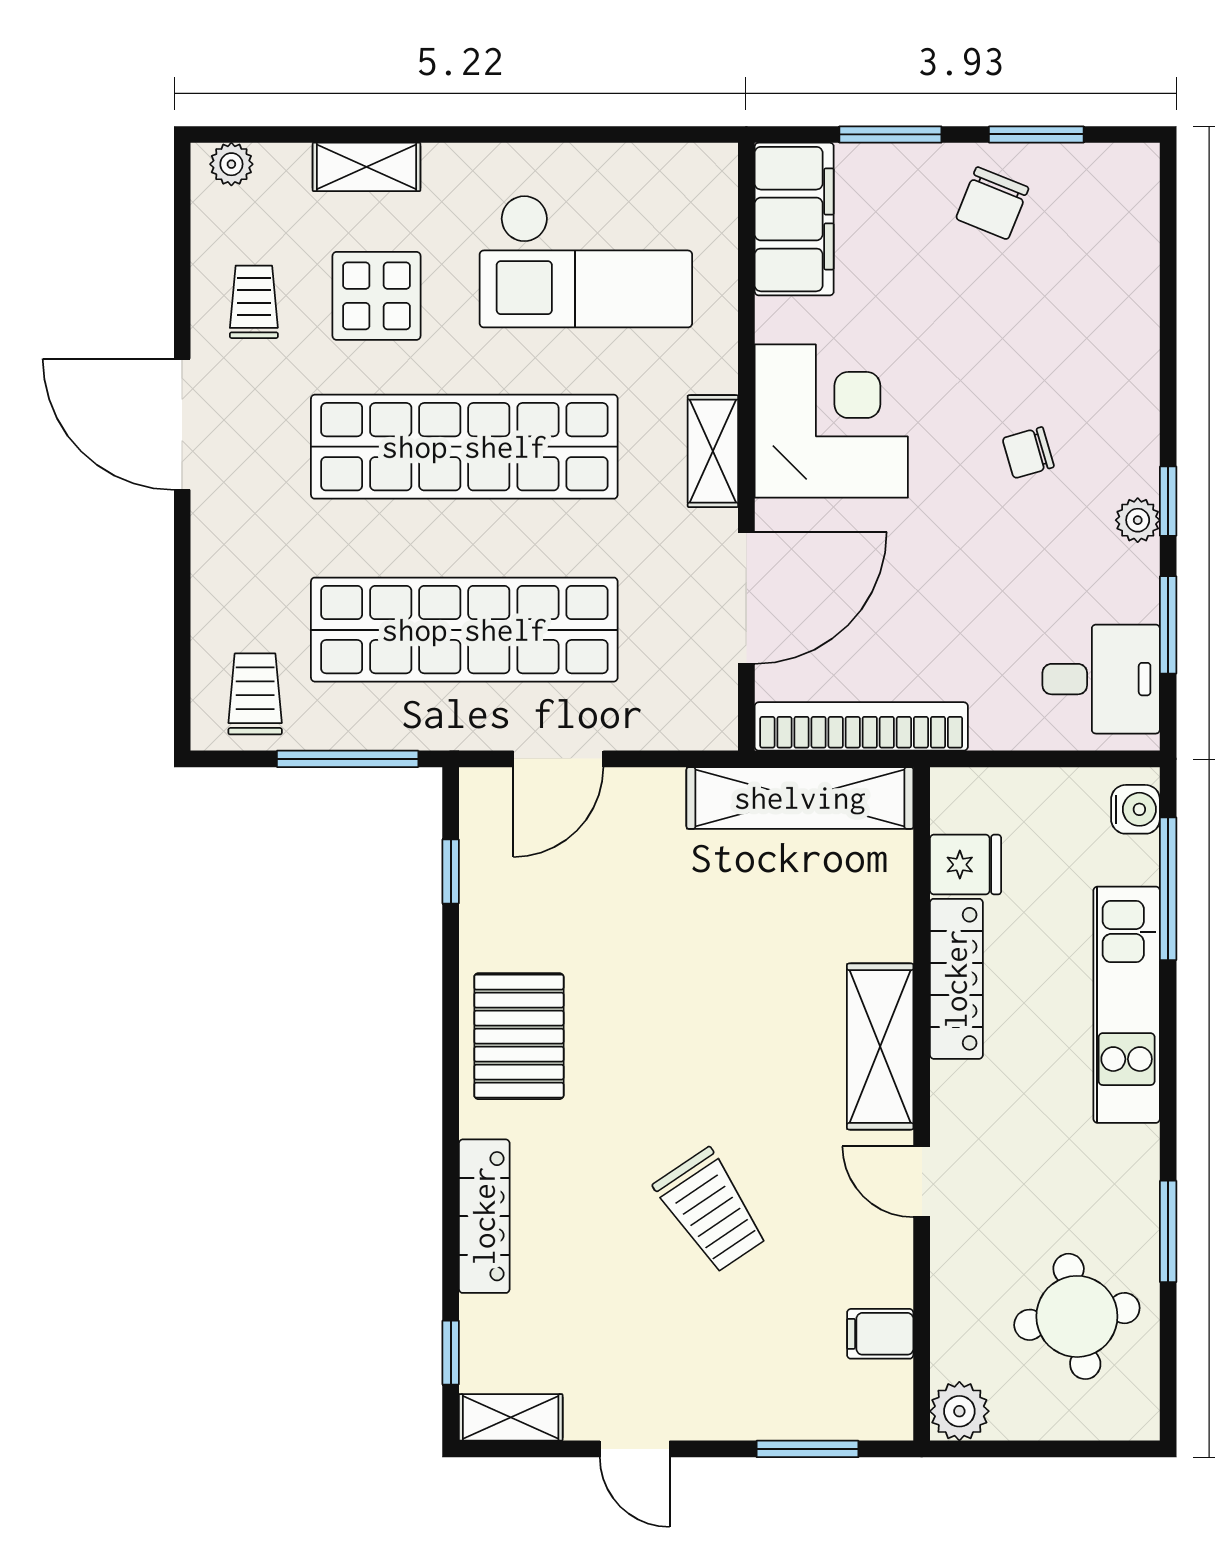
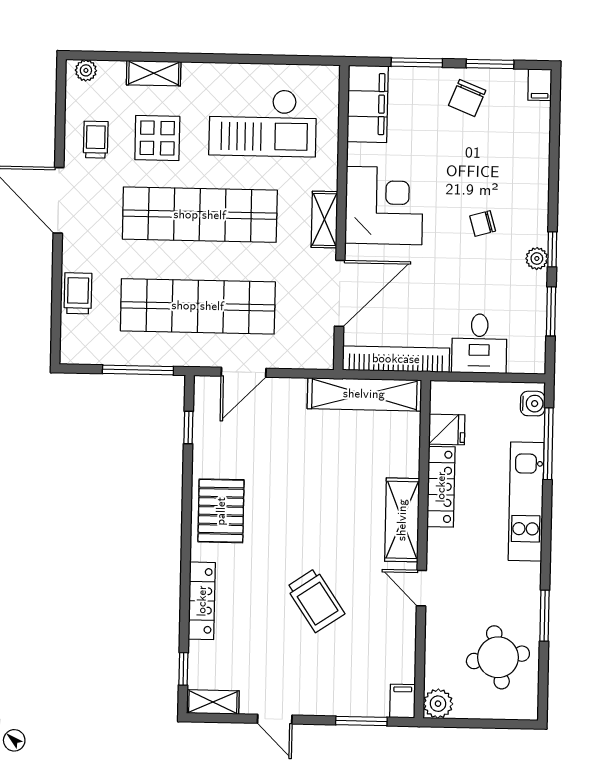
filing cabinet: (1137, 174) -> (540, 85), added
desk: (1101, 679) -> (479, 344), moved, turned 90
trolley: (255, 694) -> (78, 293), moved
filing cabinet: (880, 1334) -> (402, 701), moved, turned 90

